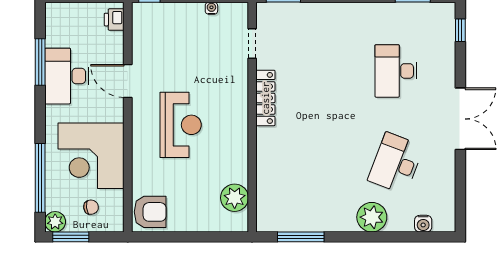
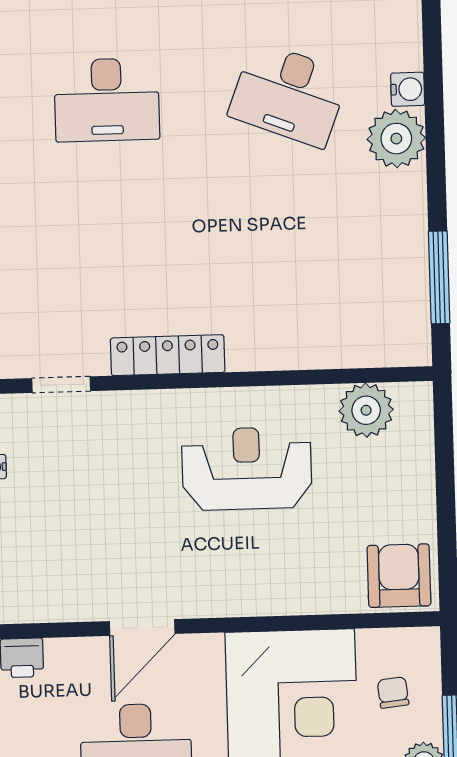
reception desk: (181, 125) -> (247, 469), moved
water cooler: (423, 224) -> (408, 89), moved

